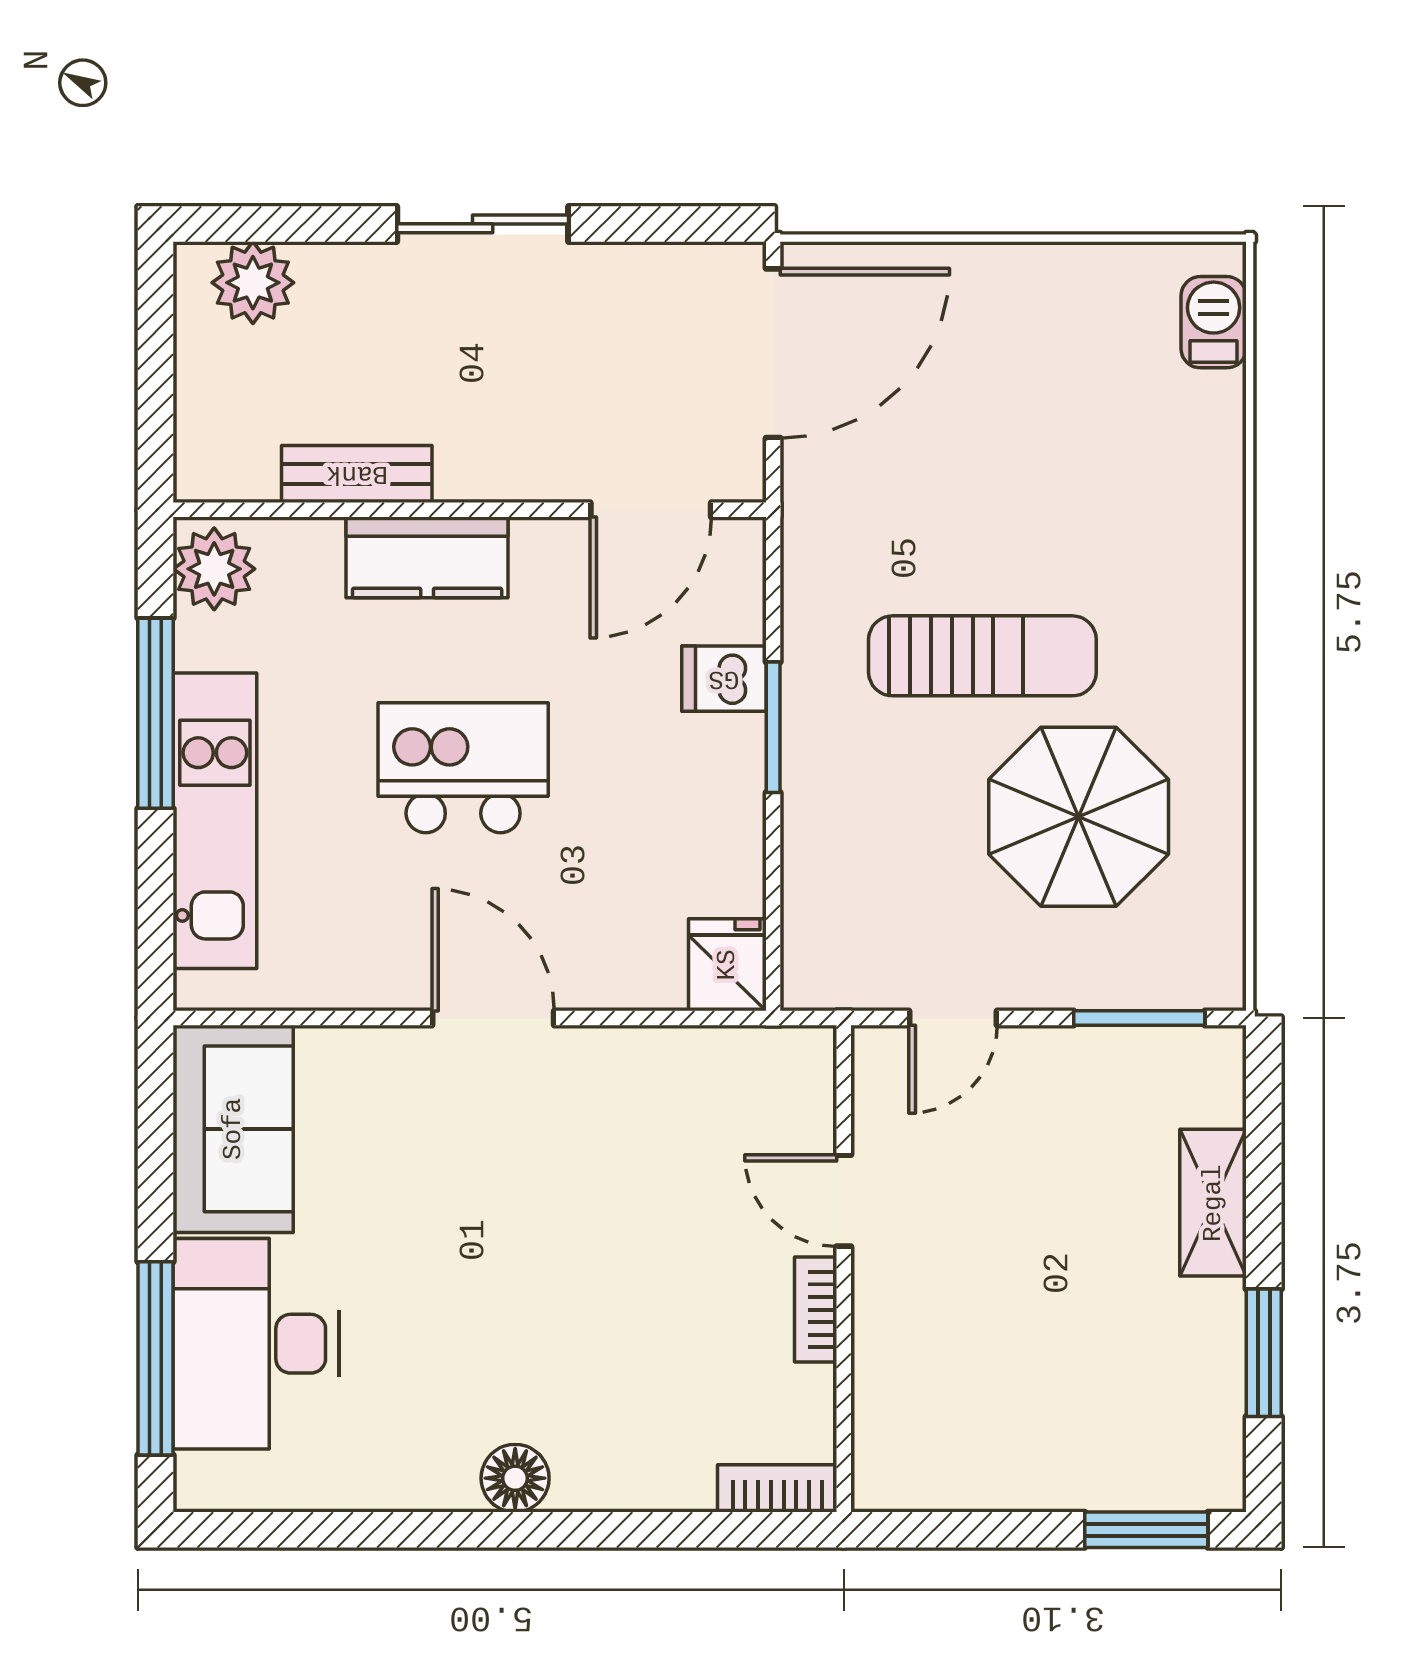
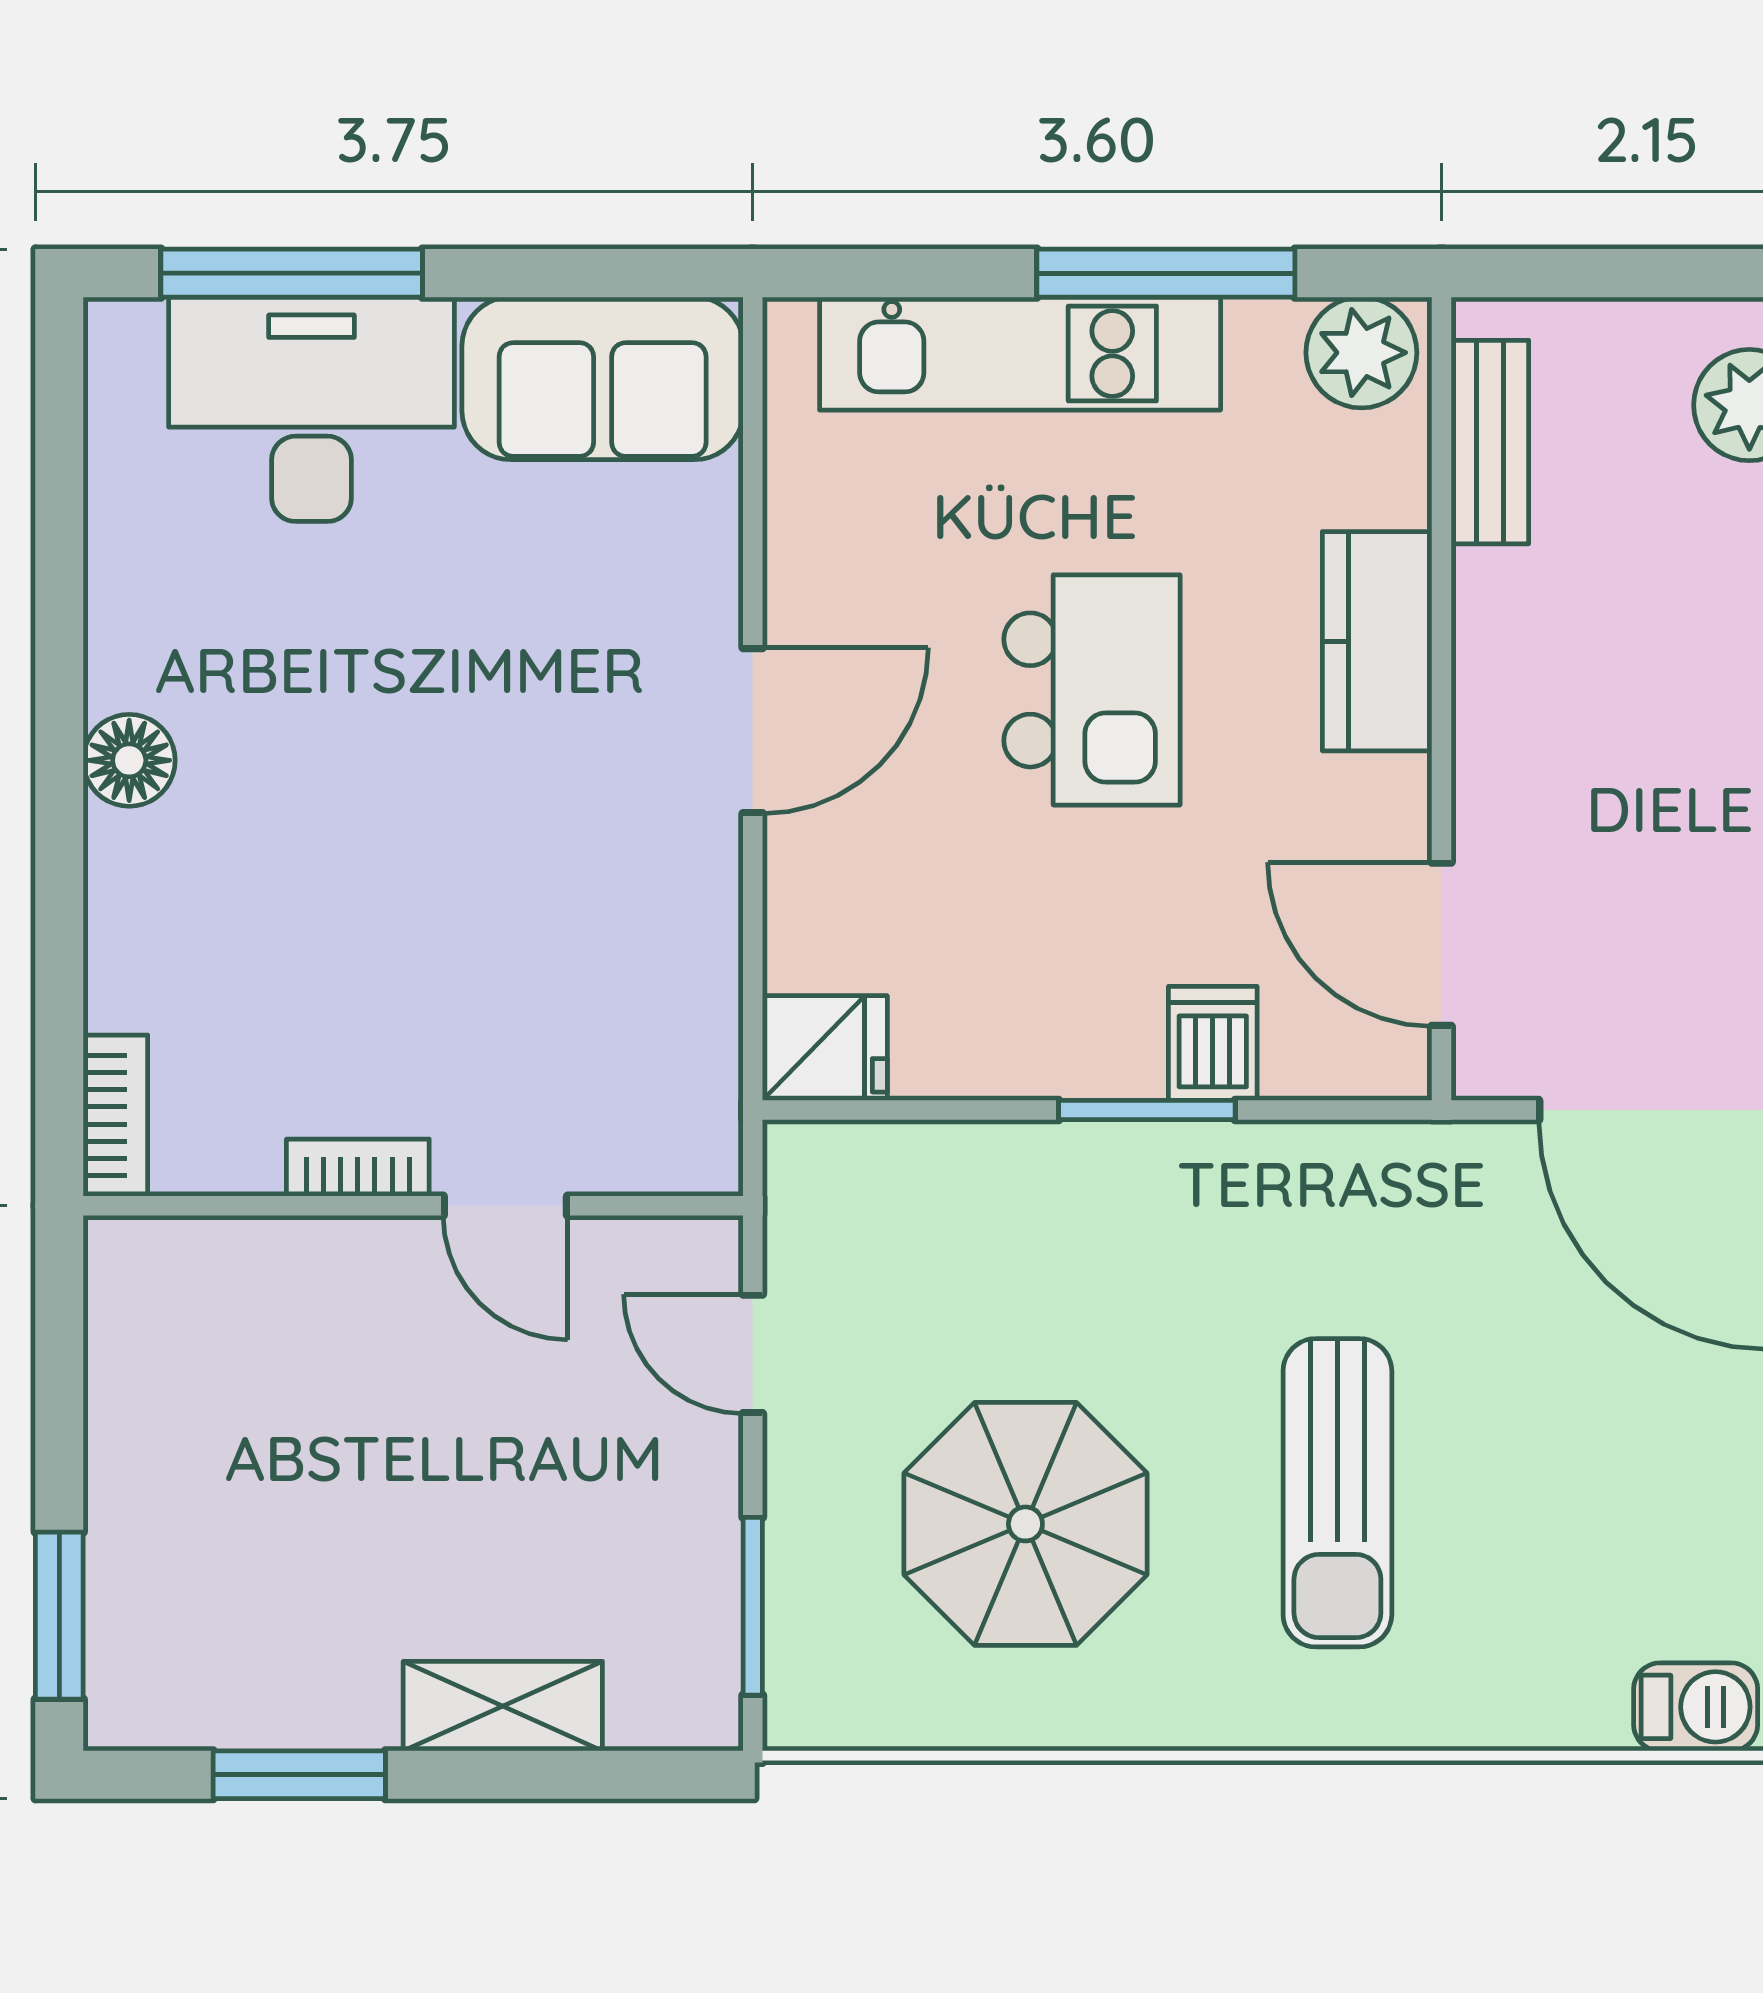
bench: (357, 474) -> (1490, 442), moved
sun lounger: (982, 656) -> (1337, 1493), moved
door: (844, 1201) -> (505, 1206), swing flipped

